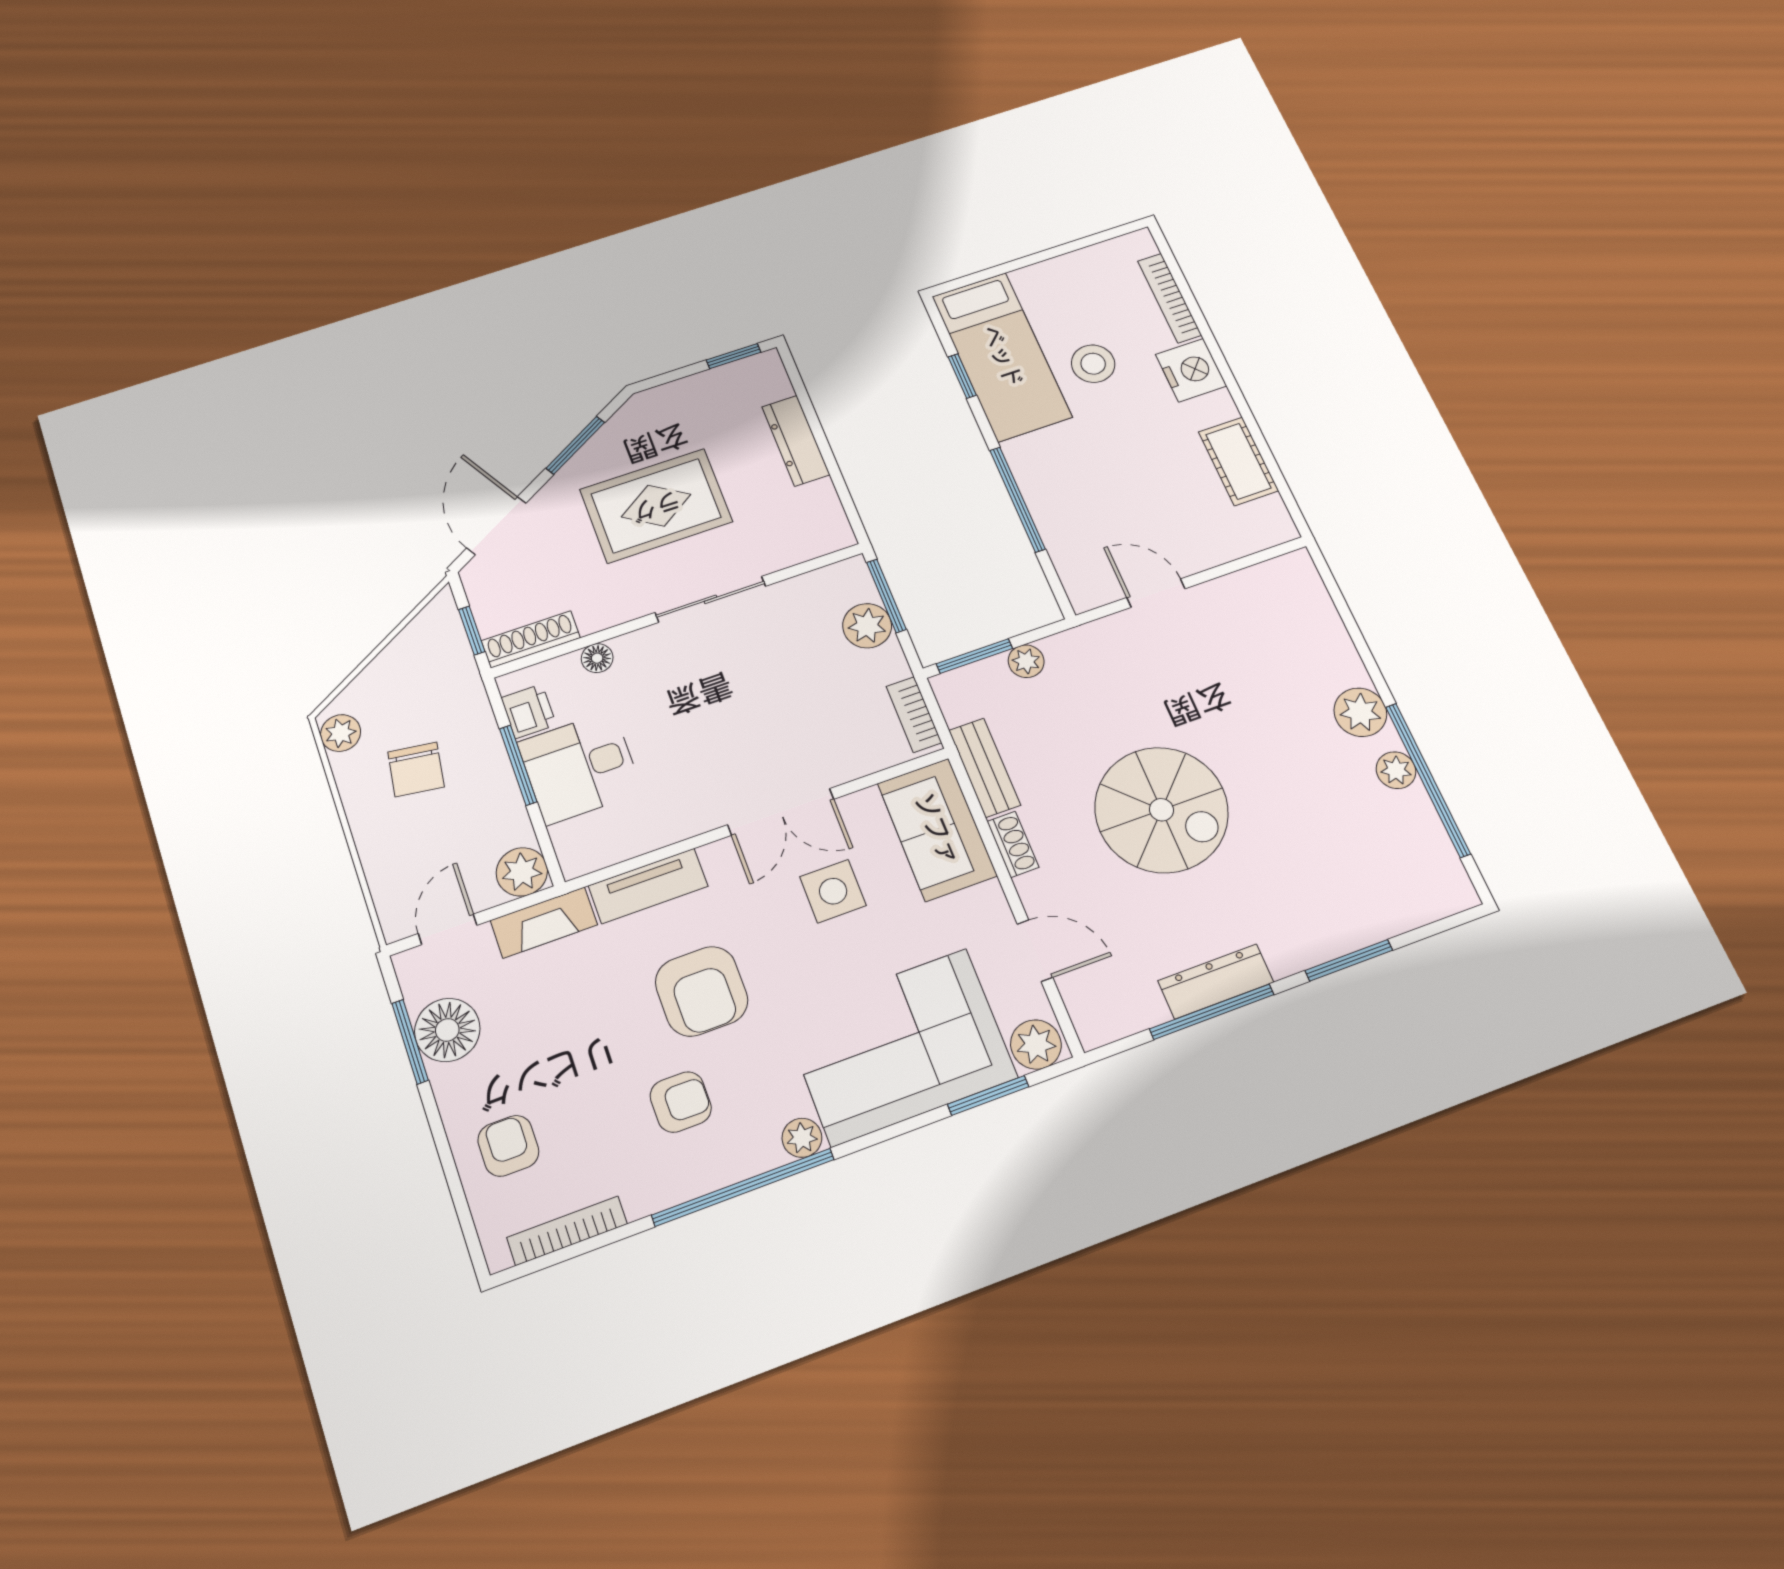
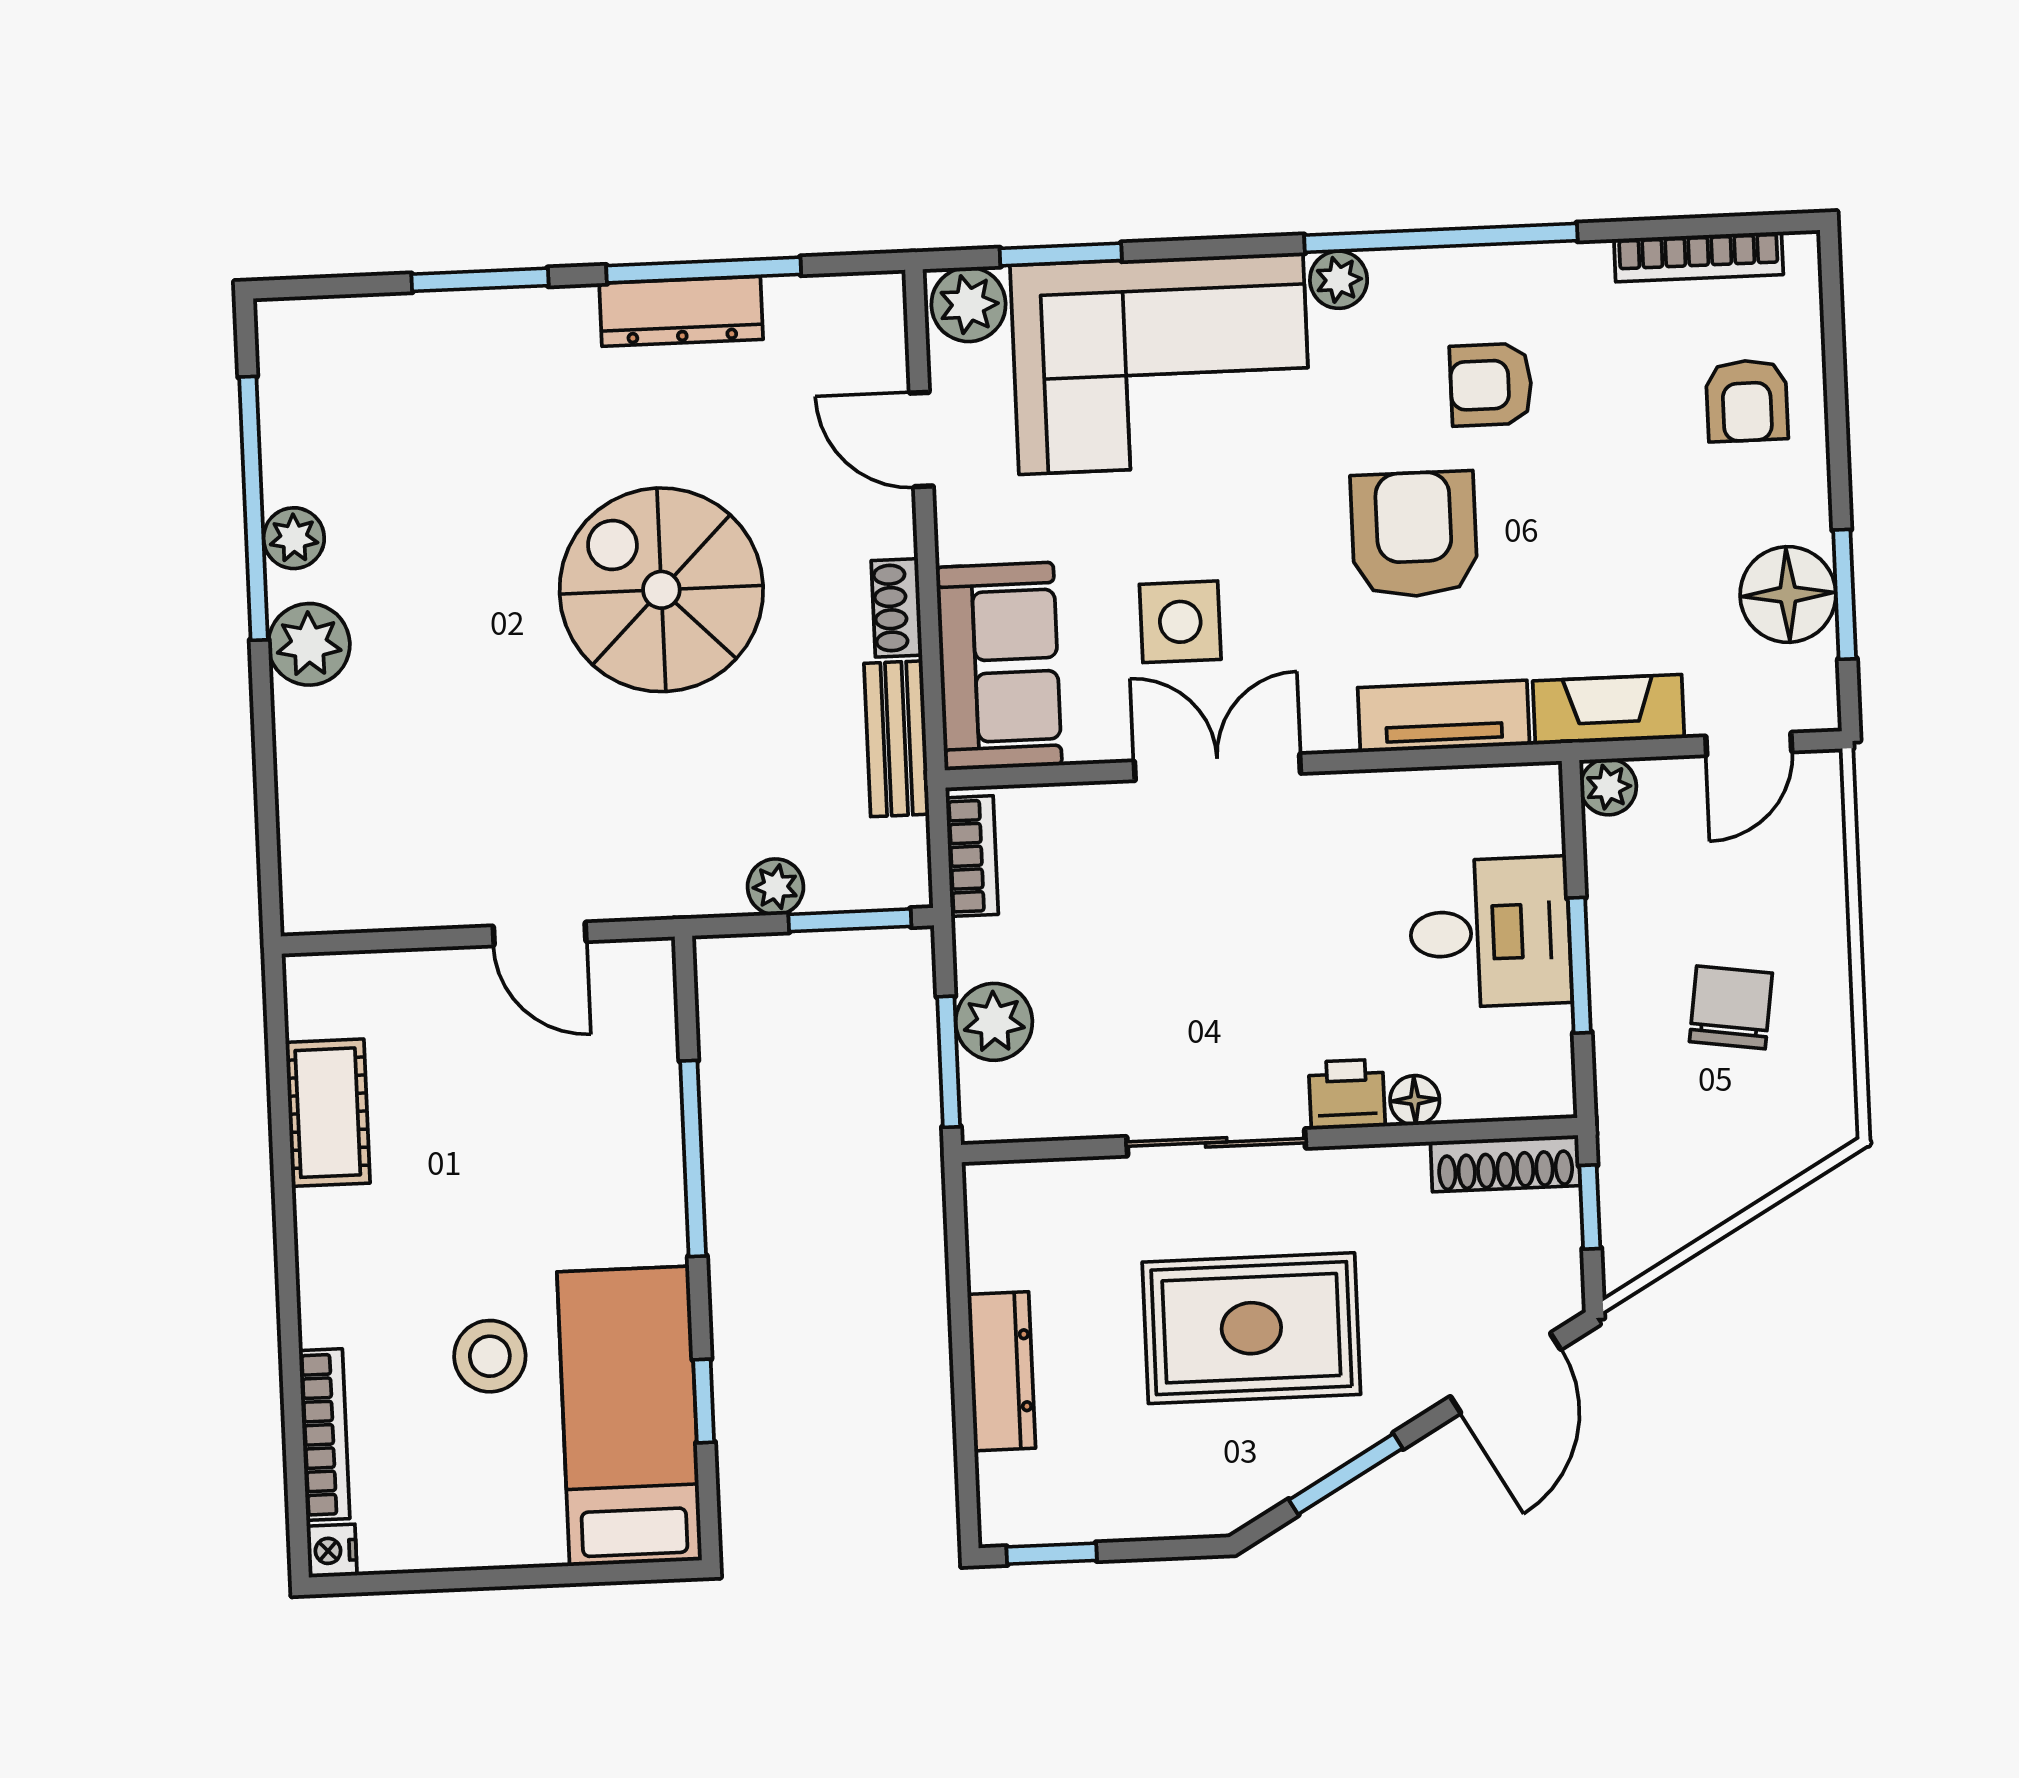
nightstand: (1191, 370) -> (332, 1551), moved, width x0.53, depth x0.56
printer: (529, 711) -> (1347, 1094), moved, turned 90
plant: (341, 733) -> (1827, 1102), removed
plant: (522, 872) -> (1608, 787), width x0.73, depth x0.73

